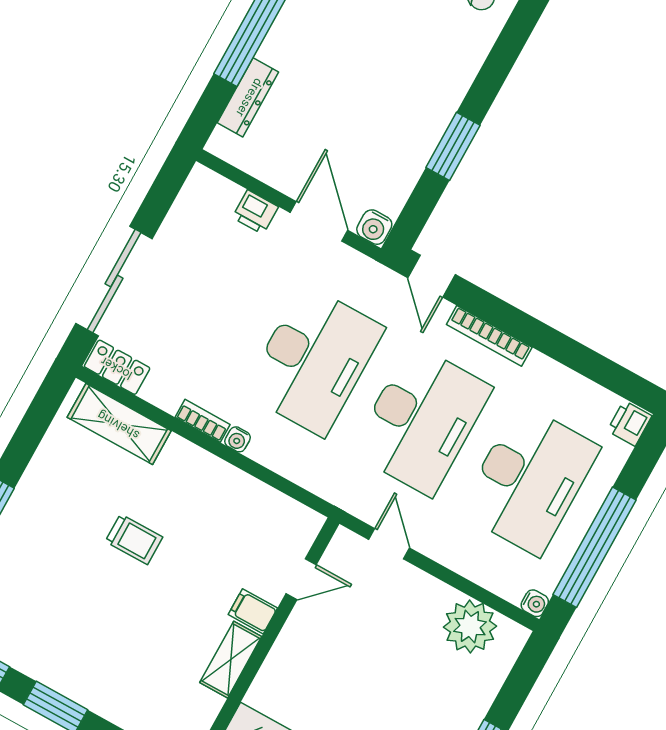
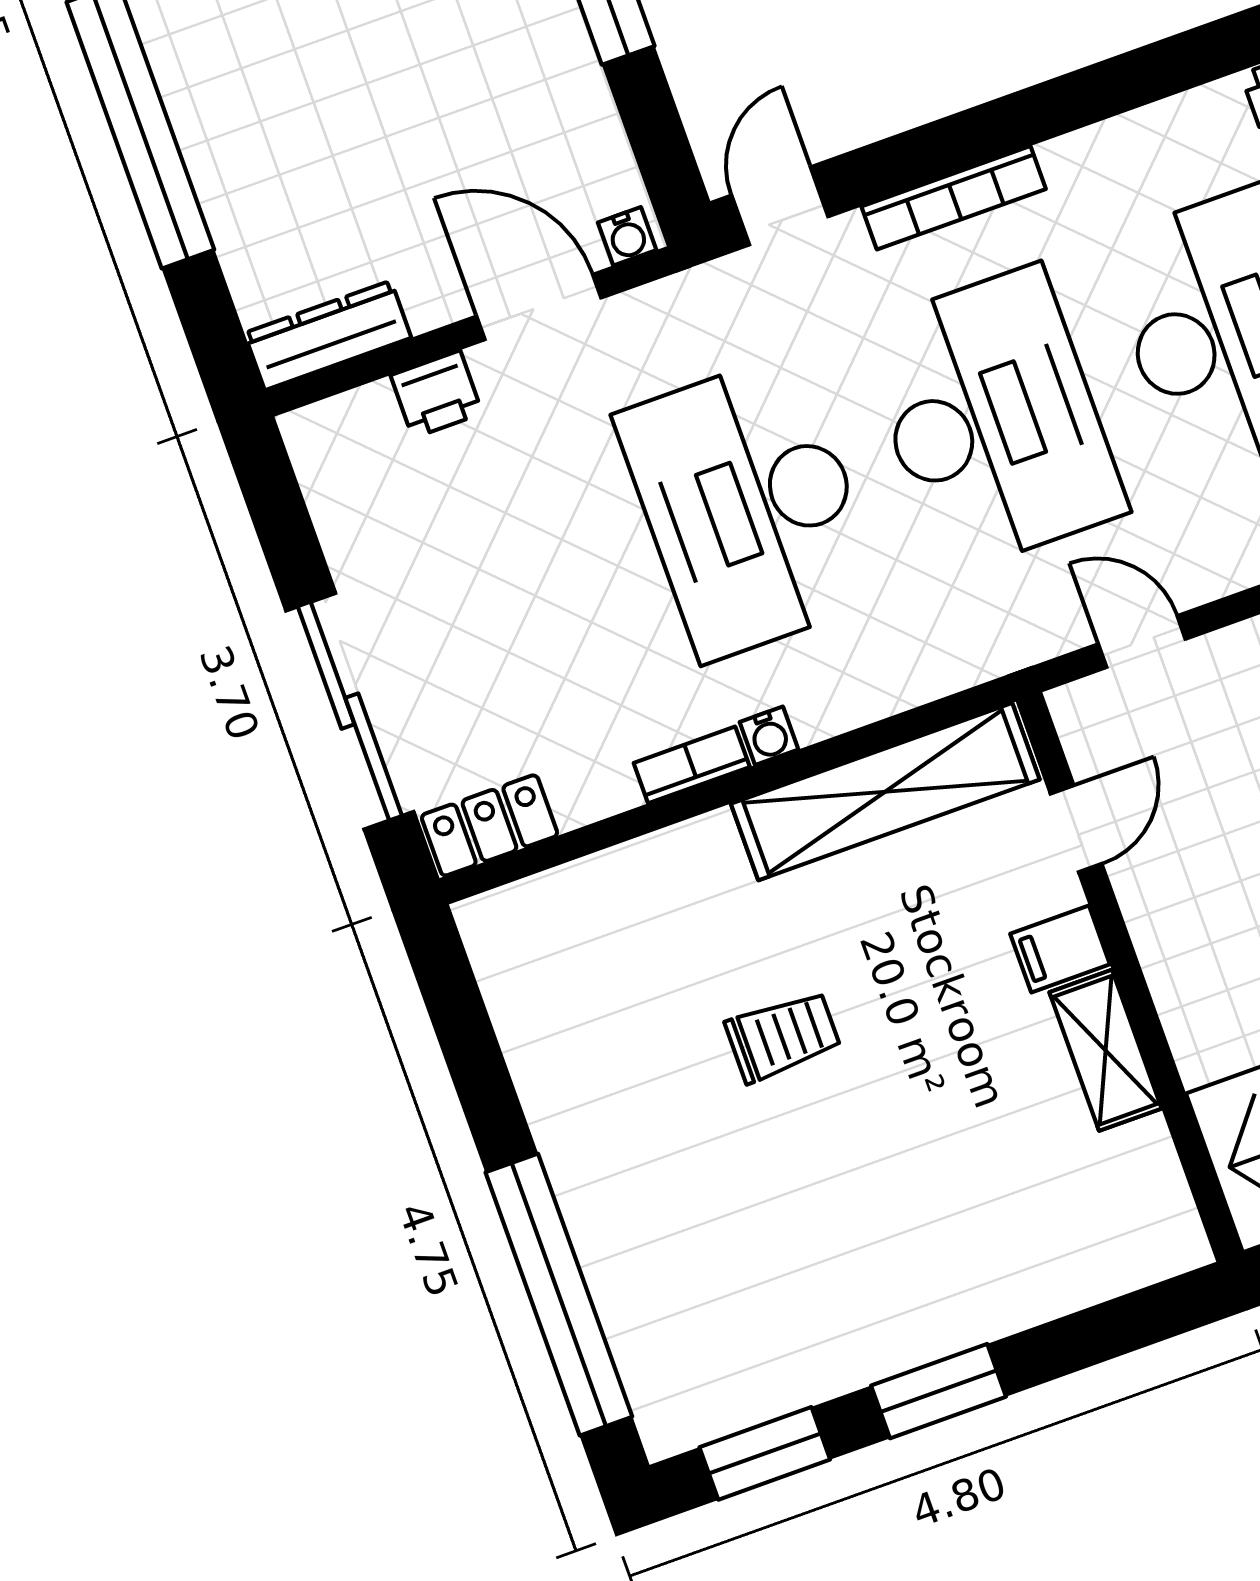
dresser: (248, 97) -> (328, 335), moved, turned -90
water cooler: (374, 227) -> (627, 236), width x0.72, depth x0.72
door: (431, 276) -> (780, 206), swing flipped
desk: (314, 360) -> (750, 507), turned 180
shelving: (119, 424) -> (885, 792), moved, width x1.47

